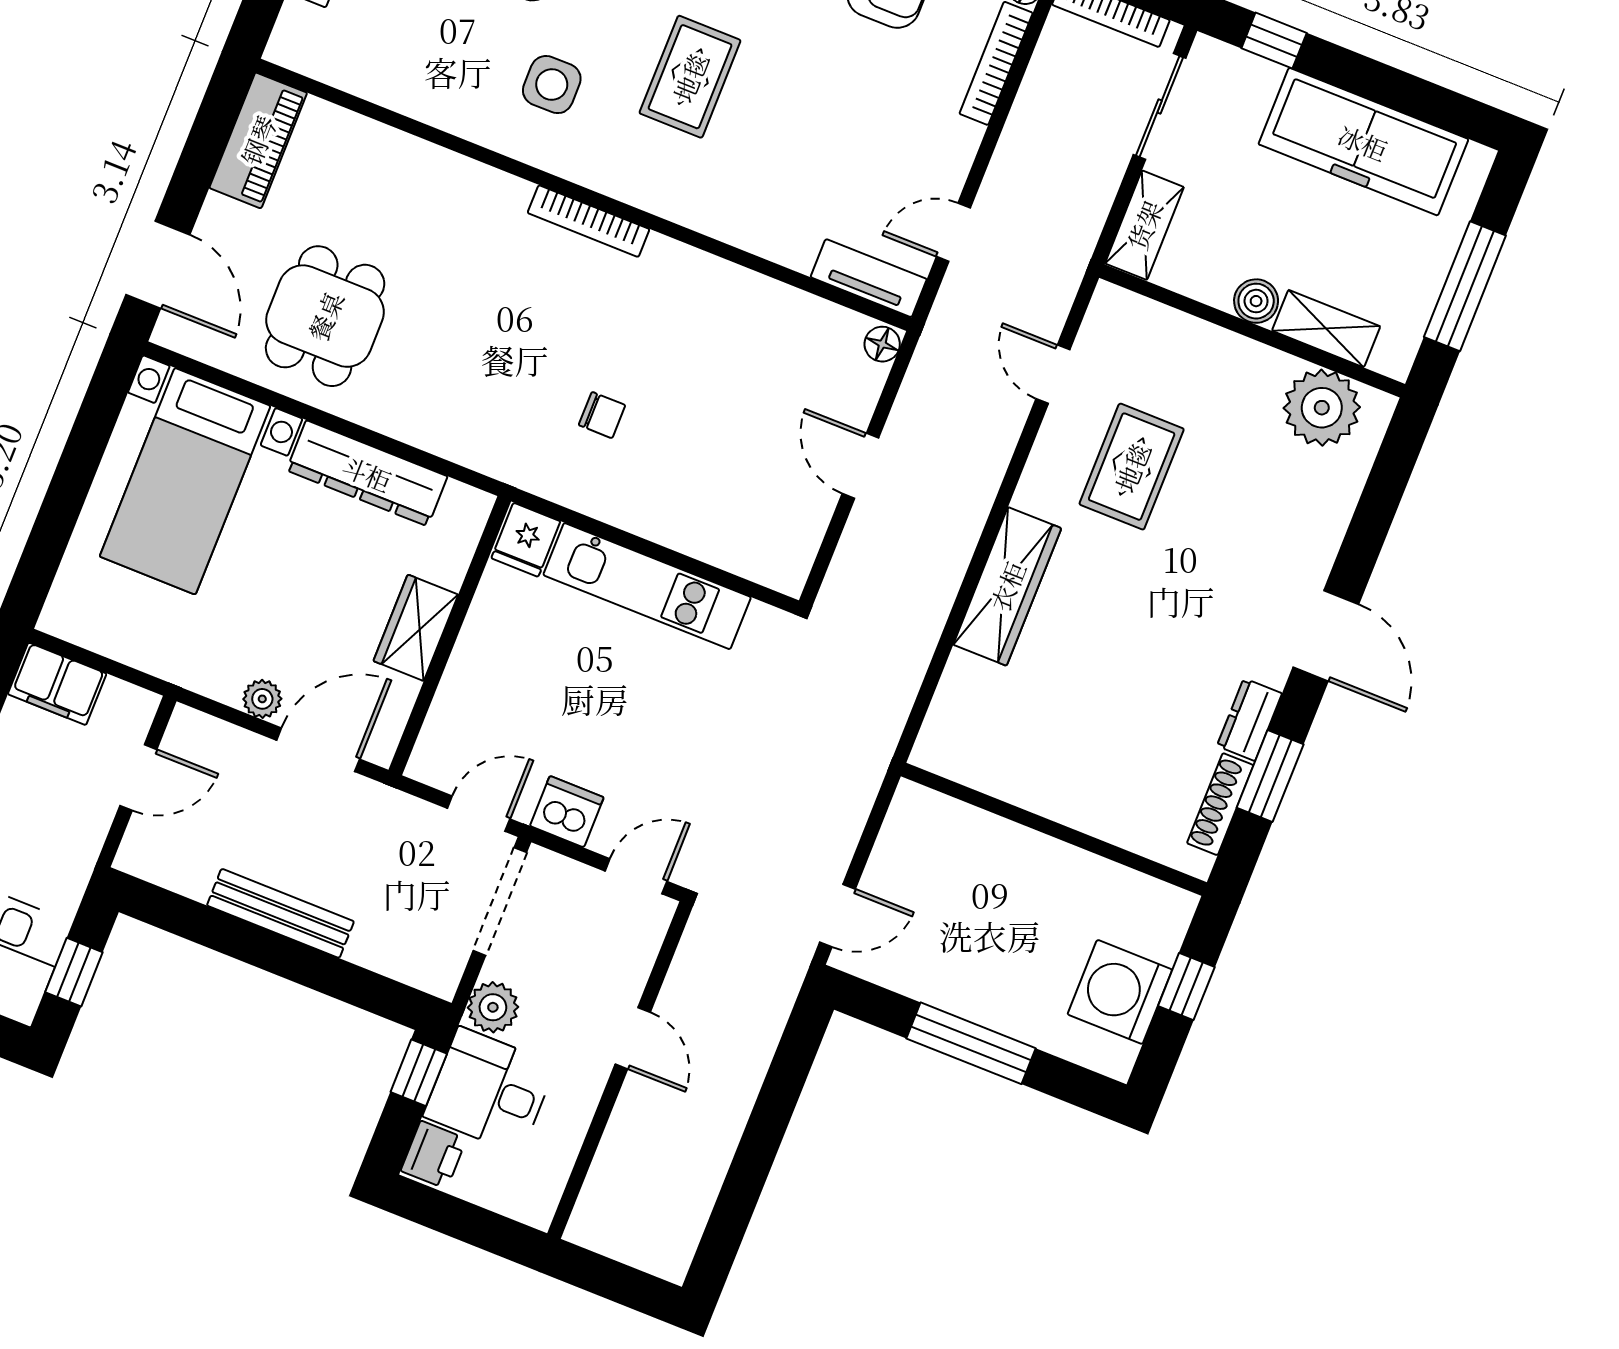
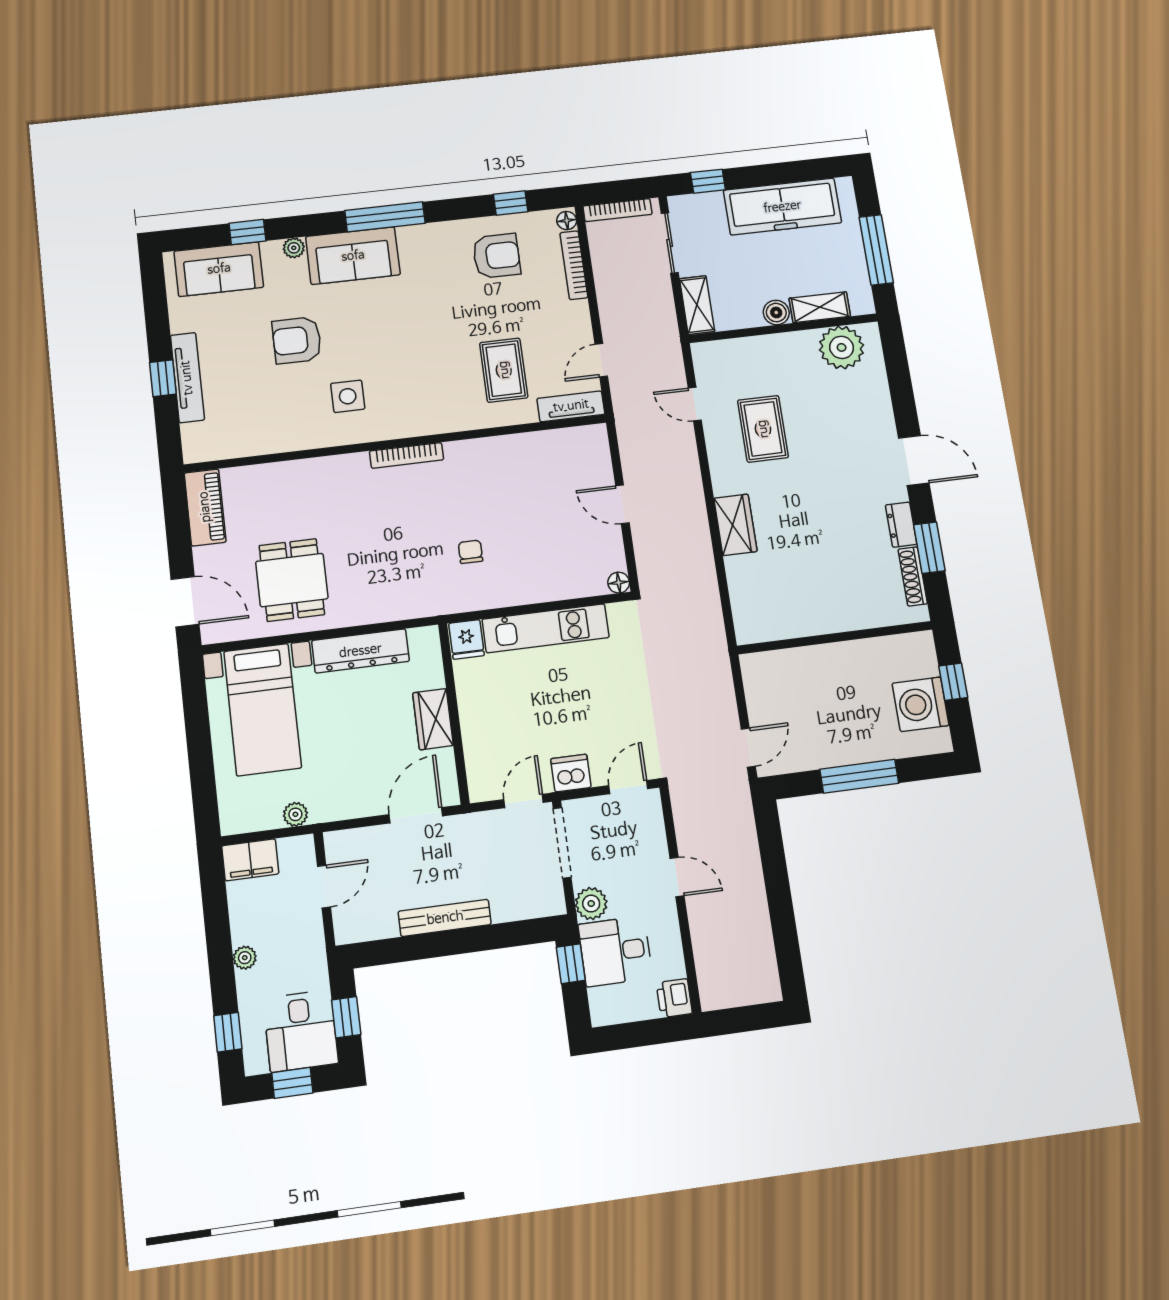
rug: (690, 77) -> (504, 370), moved
floor lamp: (882, 344) -> (619, 583), moved
chair: (602, 415) -> (470, 552), turned -90
wardrobe: (1007, 586) -> (735, 525), width x0.67
plant: (262, 699) -> (295, 814), moved
printer: (434, 1155) -> (674, 998), moved, turned 180

